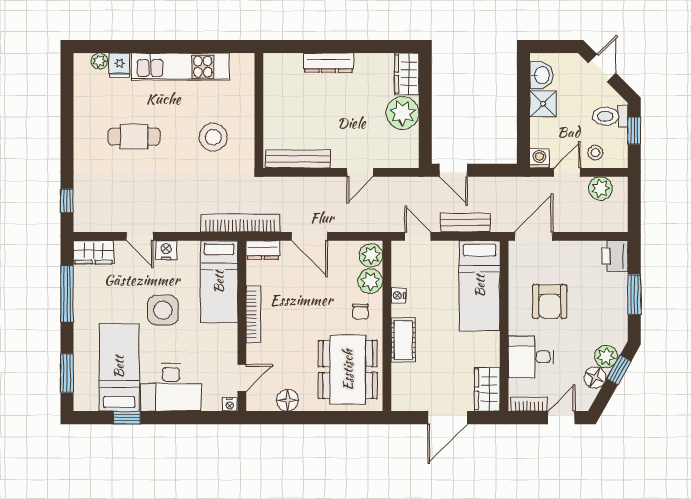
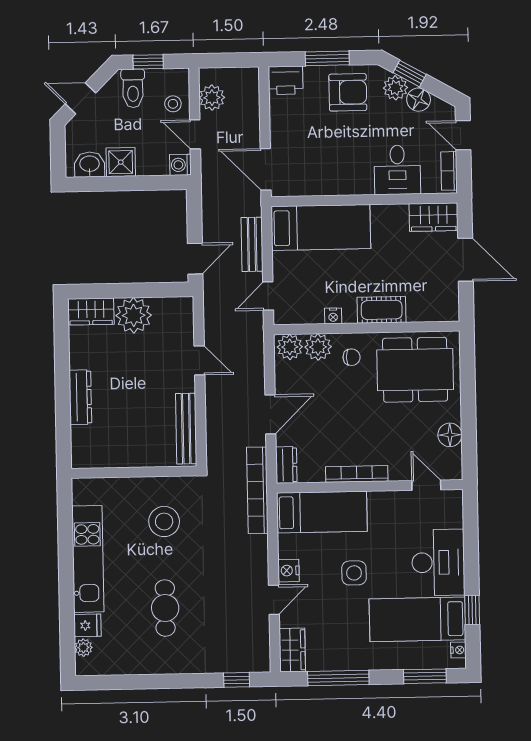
armchair: (550, 302) -> (348, 92), moved
side table: (163, 310) -> (354, 573), width x0.73, depth x0.73
nightstand: (230, 404) -> (458, 650), moved

